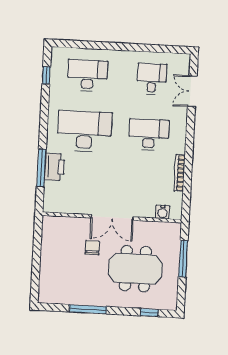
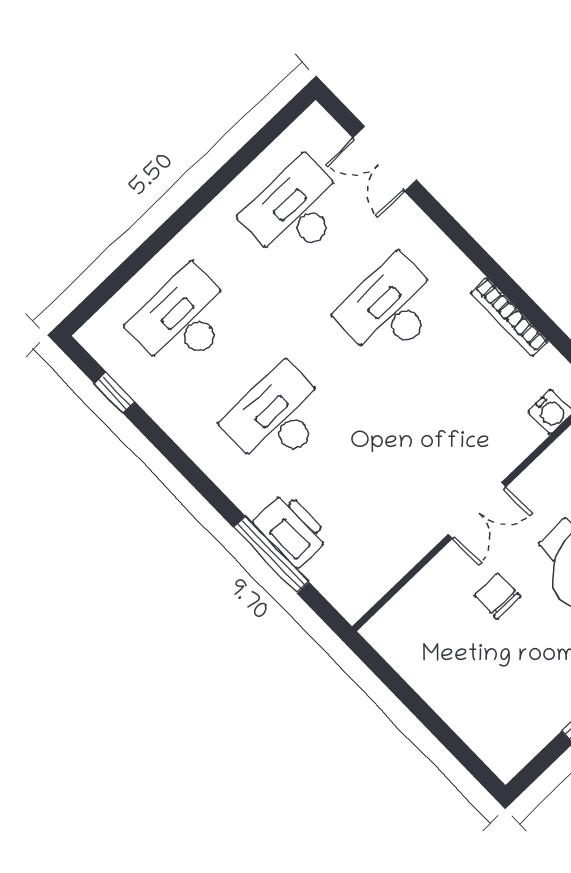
desk: (152, 79) -> (296, 211), width x1.37
desk: (84, 131) -> (278, 417), width x0.73, depth x0.77
double door: (112, 217) -> (477, 511), width x0.73

